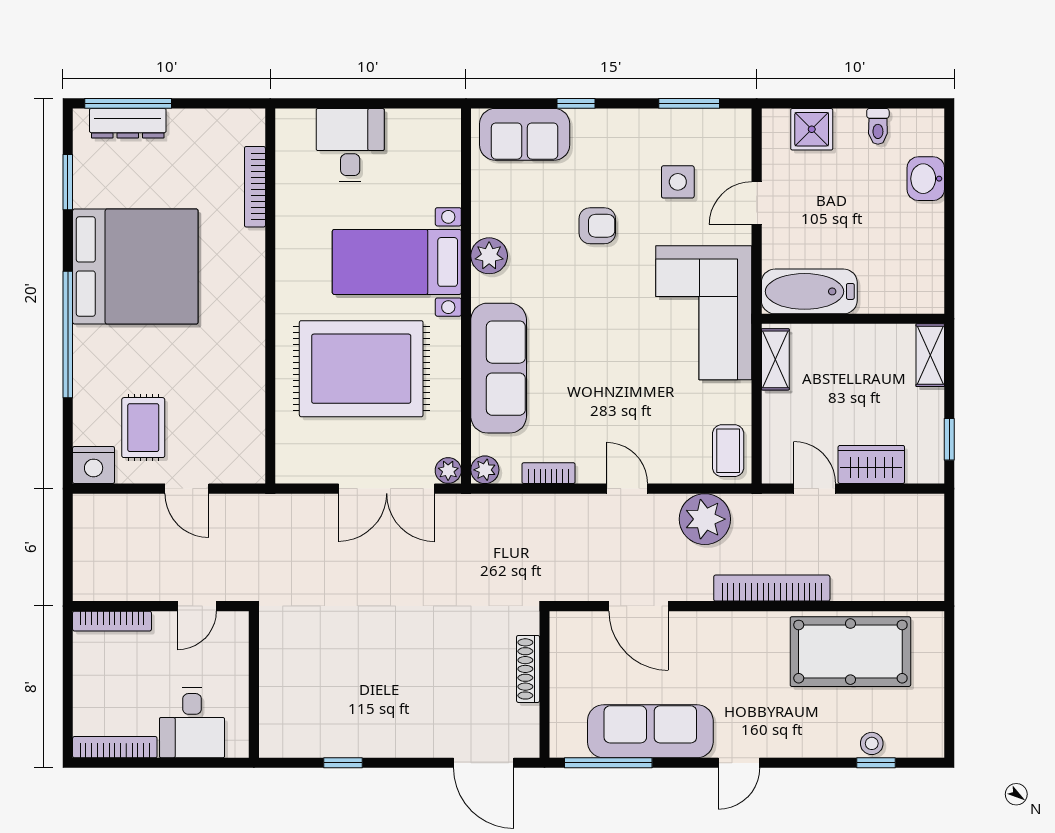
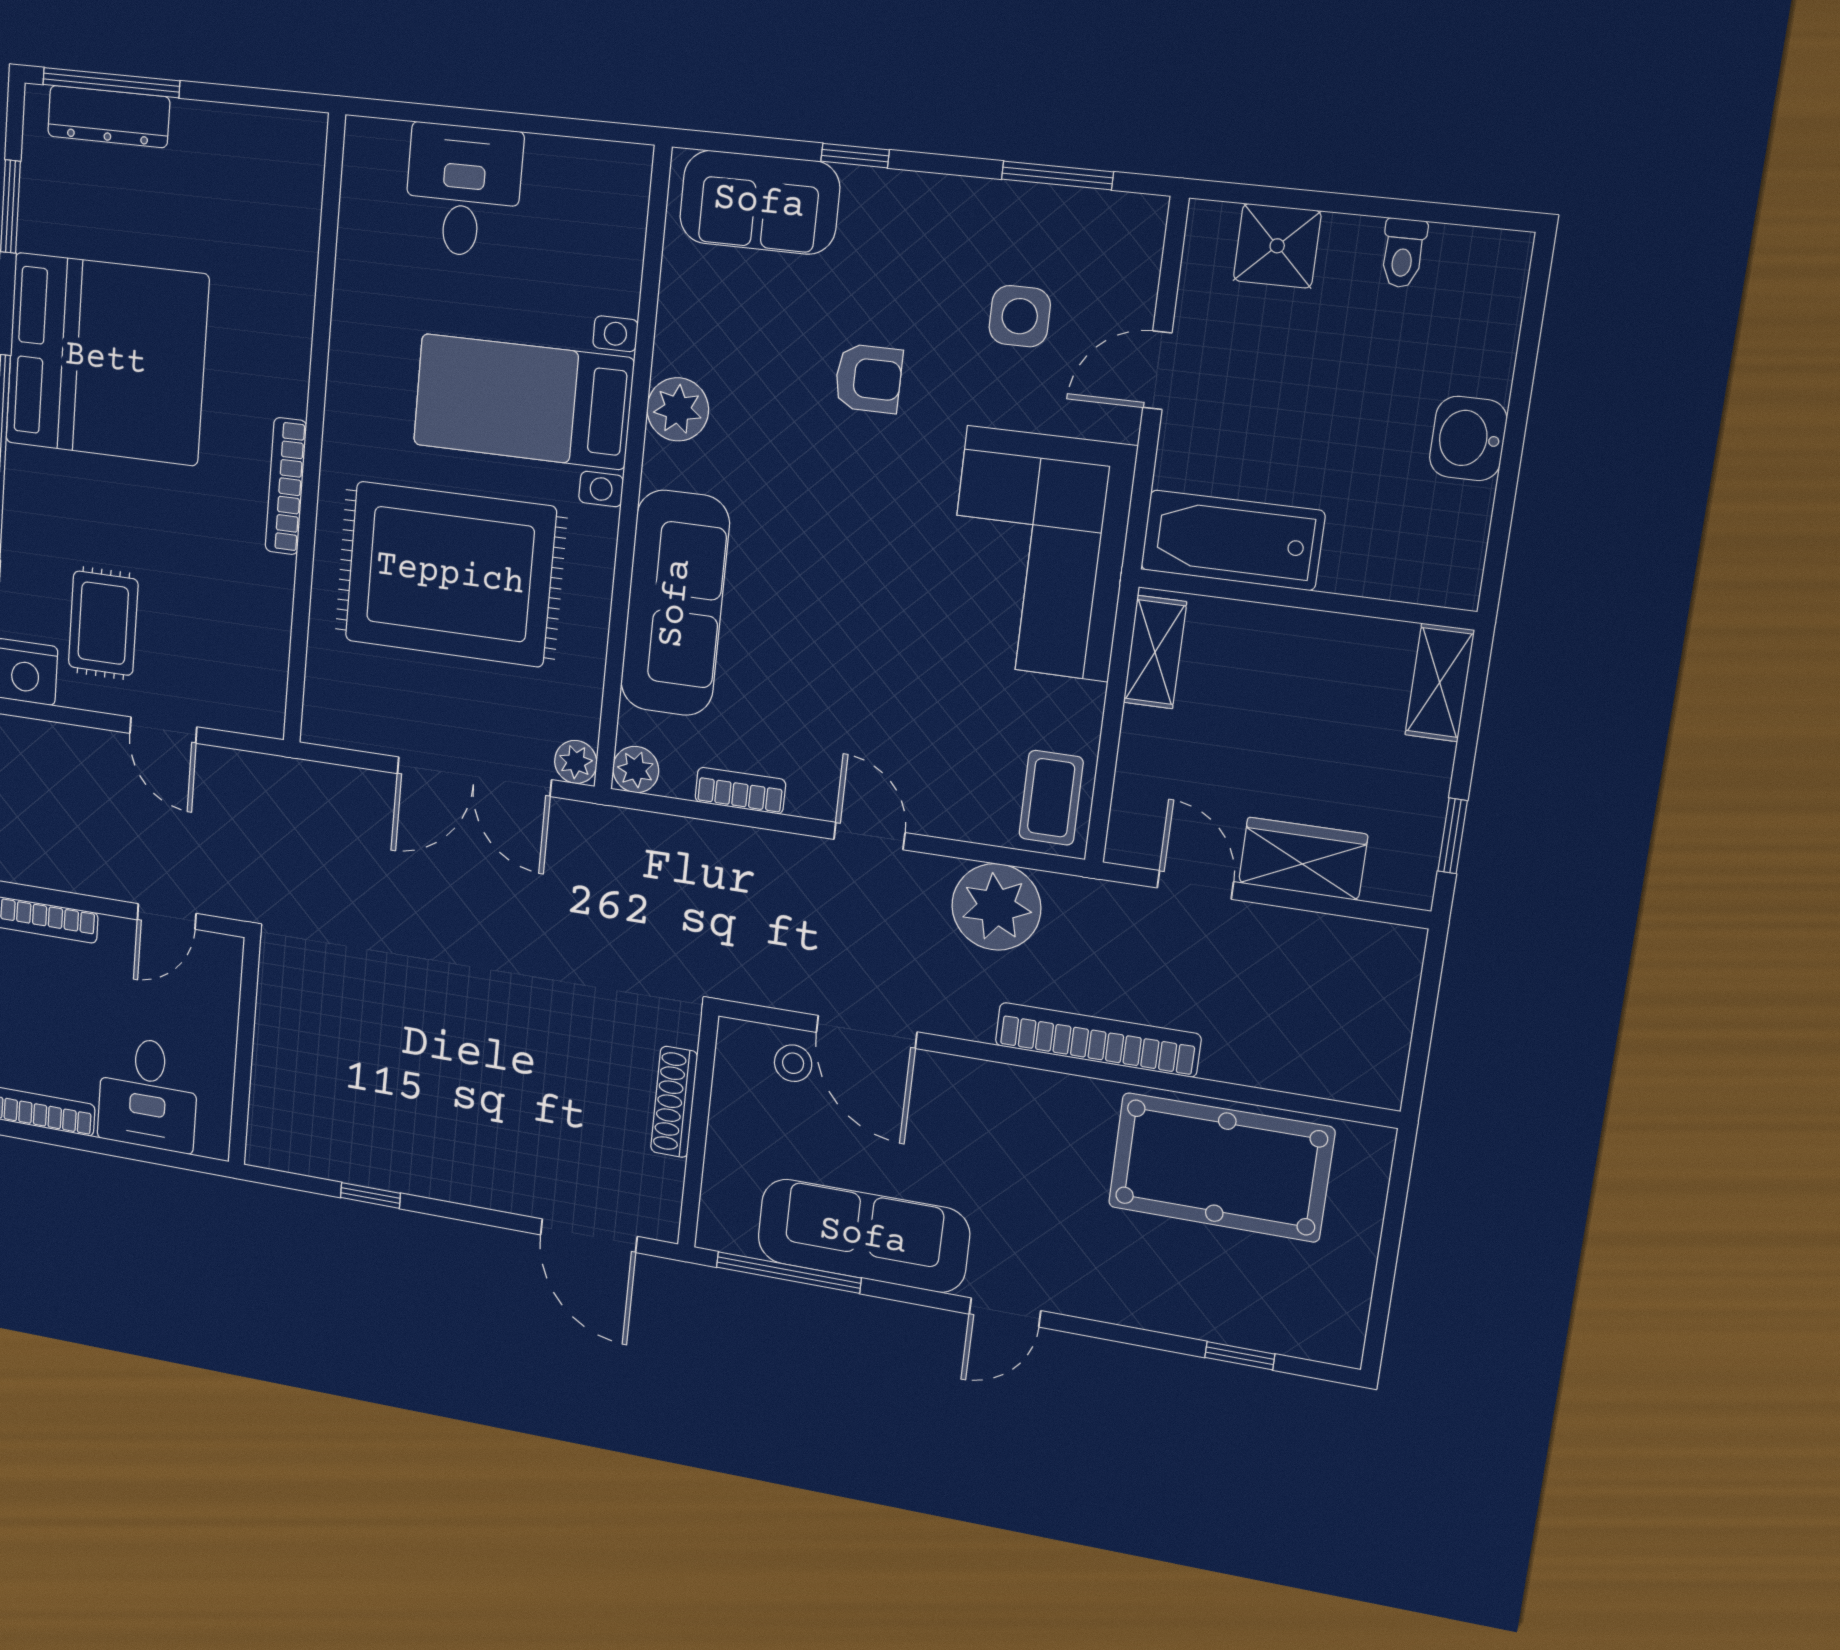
washbasin: (926, 179) -> (1468, 439), moved
bookcase: (255, 187) -> (286, 486), moved
stool: (872, 743) -> (793, 1063), moved

